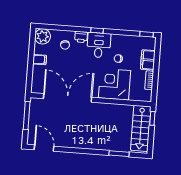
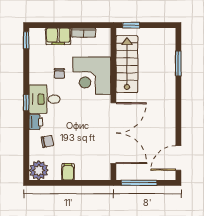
double door: (68, 98) -> (113, 133), swing flipped
stairs: (141, 128) -> (127, 64), moved, turned -90

